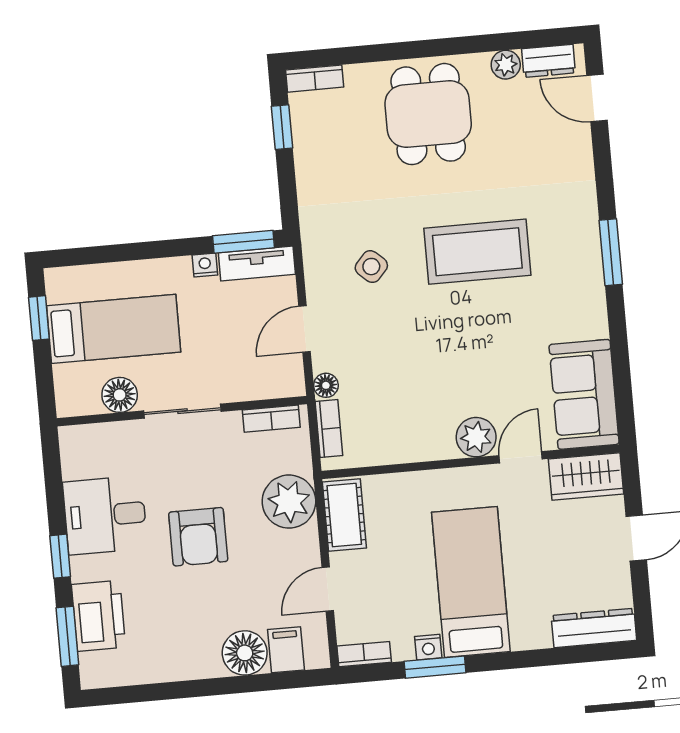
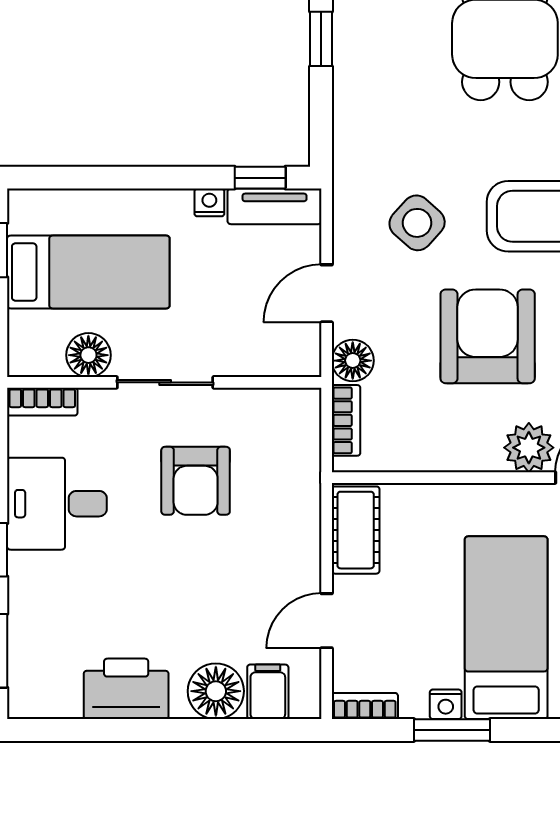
window: (243, 242) -> (260, 178), width x0.67
side table: (371, 267) -> (417, 223), width x1.37, depth x1.37
armchair: (435, 352) -> (488, 336), added
floor lamp: (326, 385) -> (353, 361), width x1.37, depth x1.37
bookcase: (271, 419) -> (42, 402), moved
plant: (289, 502) -> (288, 507), removed
armchair: (198, 537) -> (196, 481), moved
printer: (99, 616) -> (126, 689), moved, turned -90

